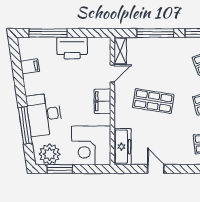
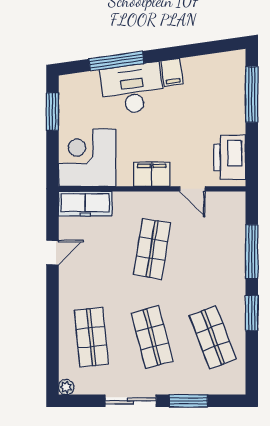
printer: (72, 48) -> (230, 157), moved
shelving: (120, 51) -> (226, 200), removed
filing cabinet: (30, 66) -> (172, 72), moved
plant: (50, 154) -> (74, 97), removed

